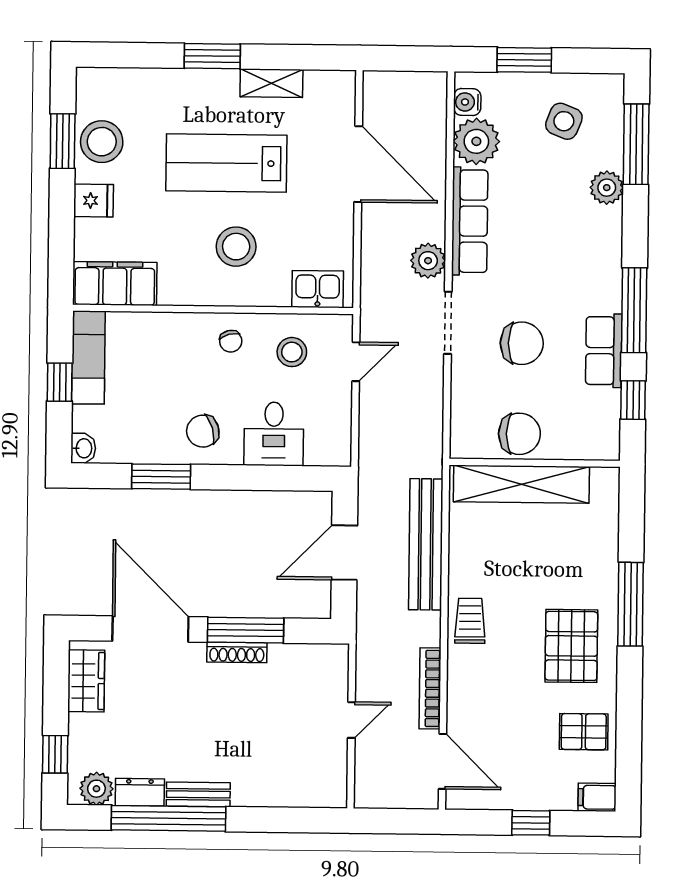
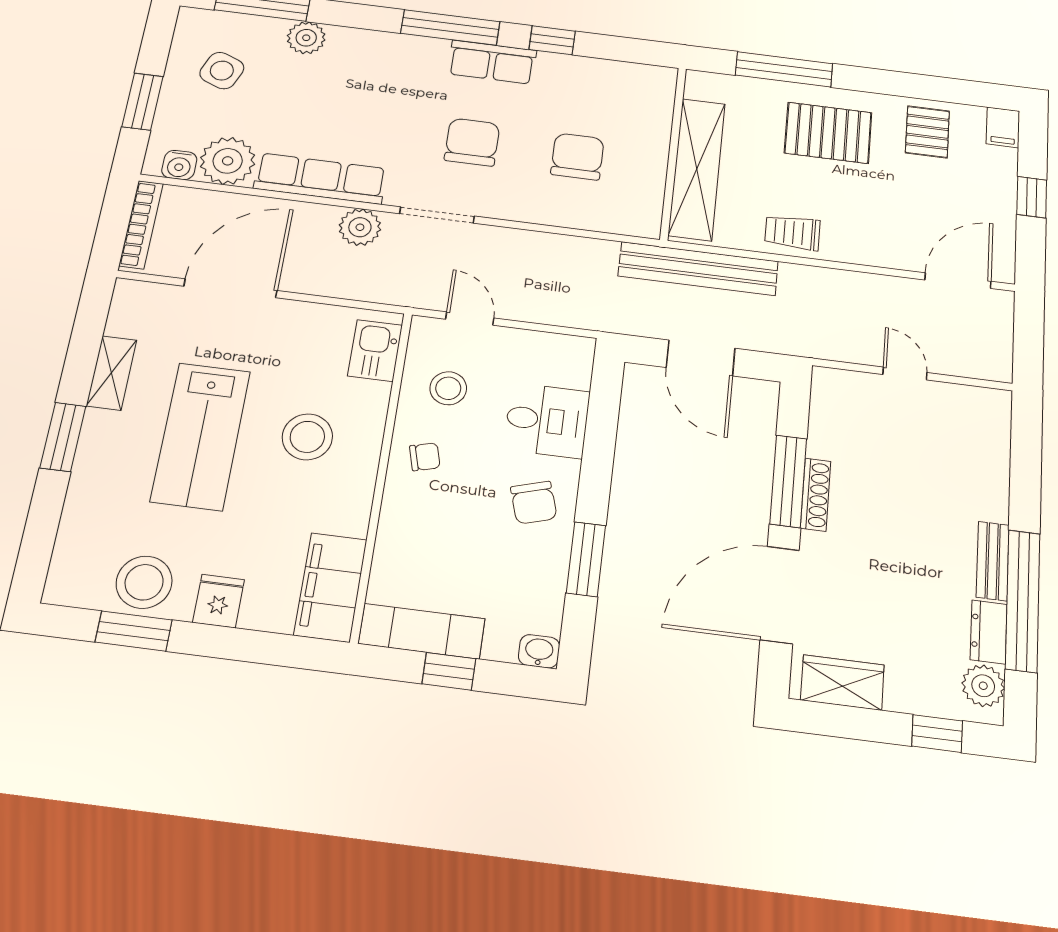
wall: (535, 463) -> (673, 153), moved
shelving: (521, 484) -> (697, 169), moved
bookcase: (430, 688) -> (141, 225), moved, turned -90

